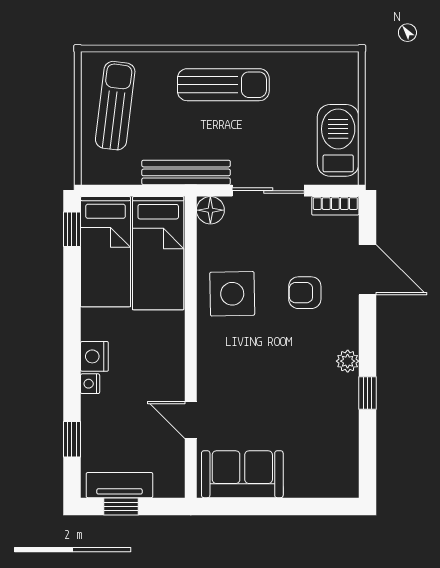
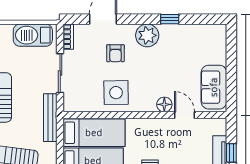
floor lamp: (210, 210) -> (164, 104), moved
plant: (348, 361) -> (147, 35), width x1.88, depth x1.88
door: (191, 420) -> (185, 115), swing flipped

